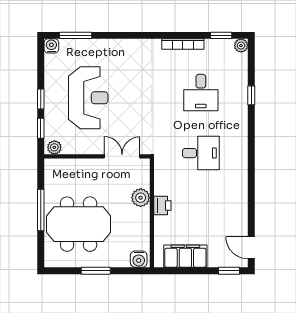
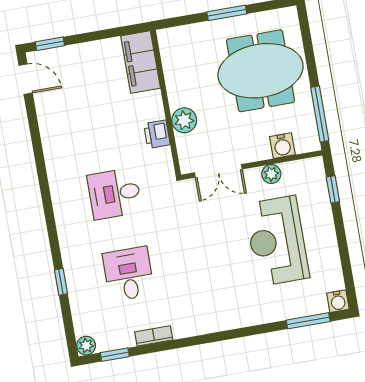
bookcase: (183, 44) -> (154, 336), width x0.64
window: (41, 99) -> (340, 228), removed
plant: (54, 147) -> (271, 174), moved
printer: (162, 206) -> (157, 134), moved
window: (41, 210) -> (320, 114), moved
filing cabinet: (185, 256) -> (141, 62), moved, turned 90
water cooler: (139, 259) -> (282, 146), moved, turned 180

